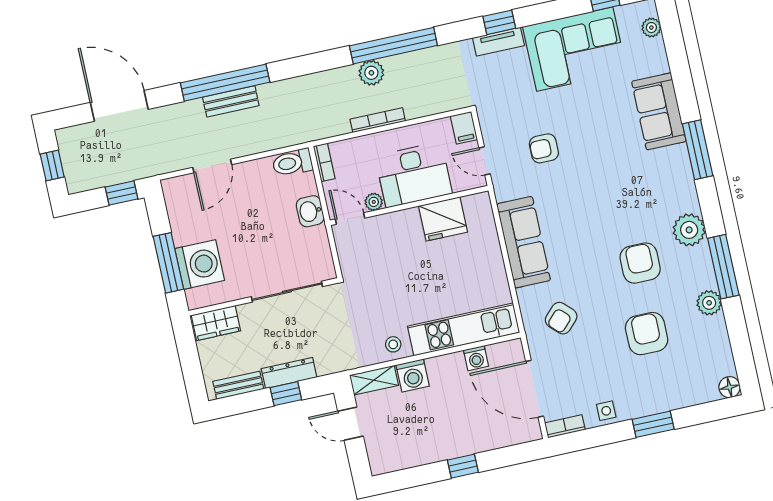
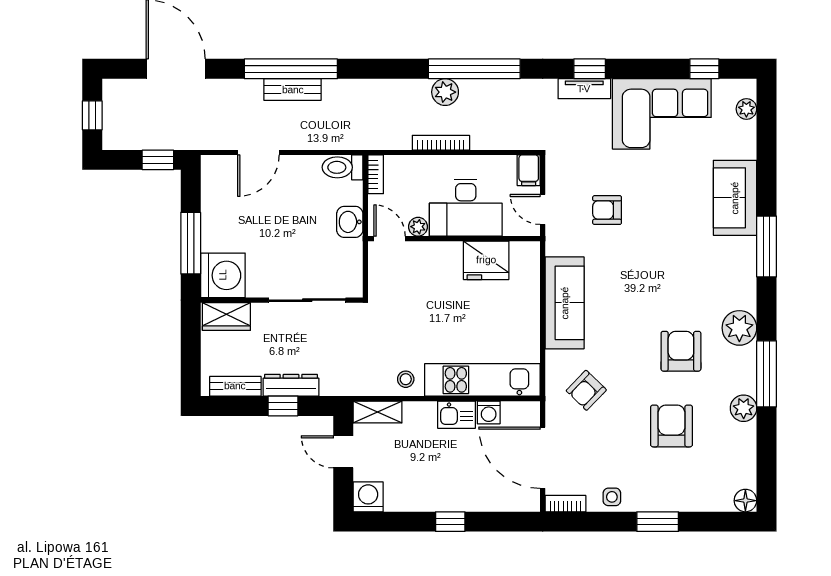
washing machine: (200, 264) -> (223, 275), moved
kitchen sink: (447, 367) -> (457, 415), added
washing machine: (413, 375) -> (368, 497), moved, turned 180

